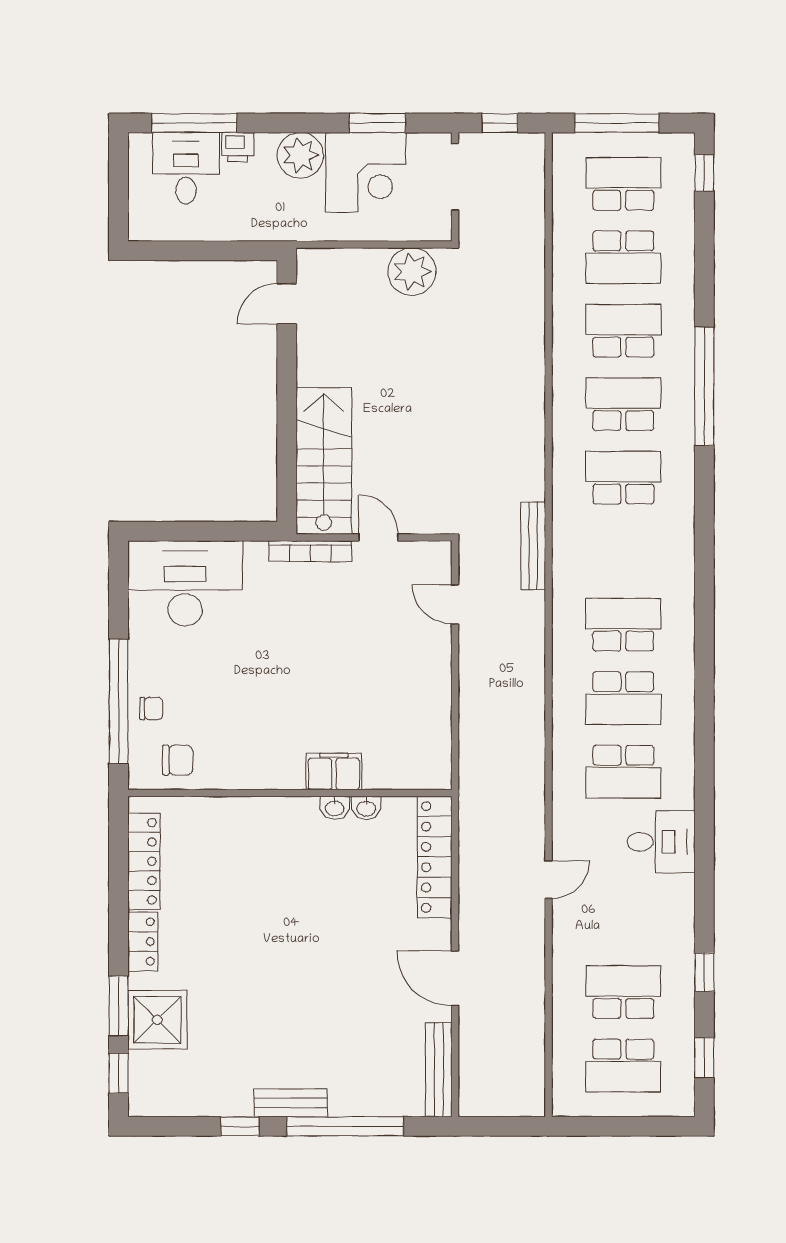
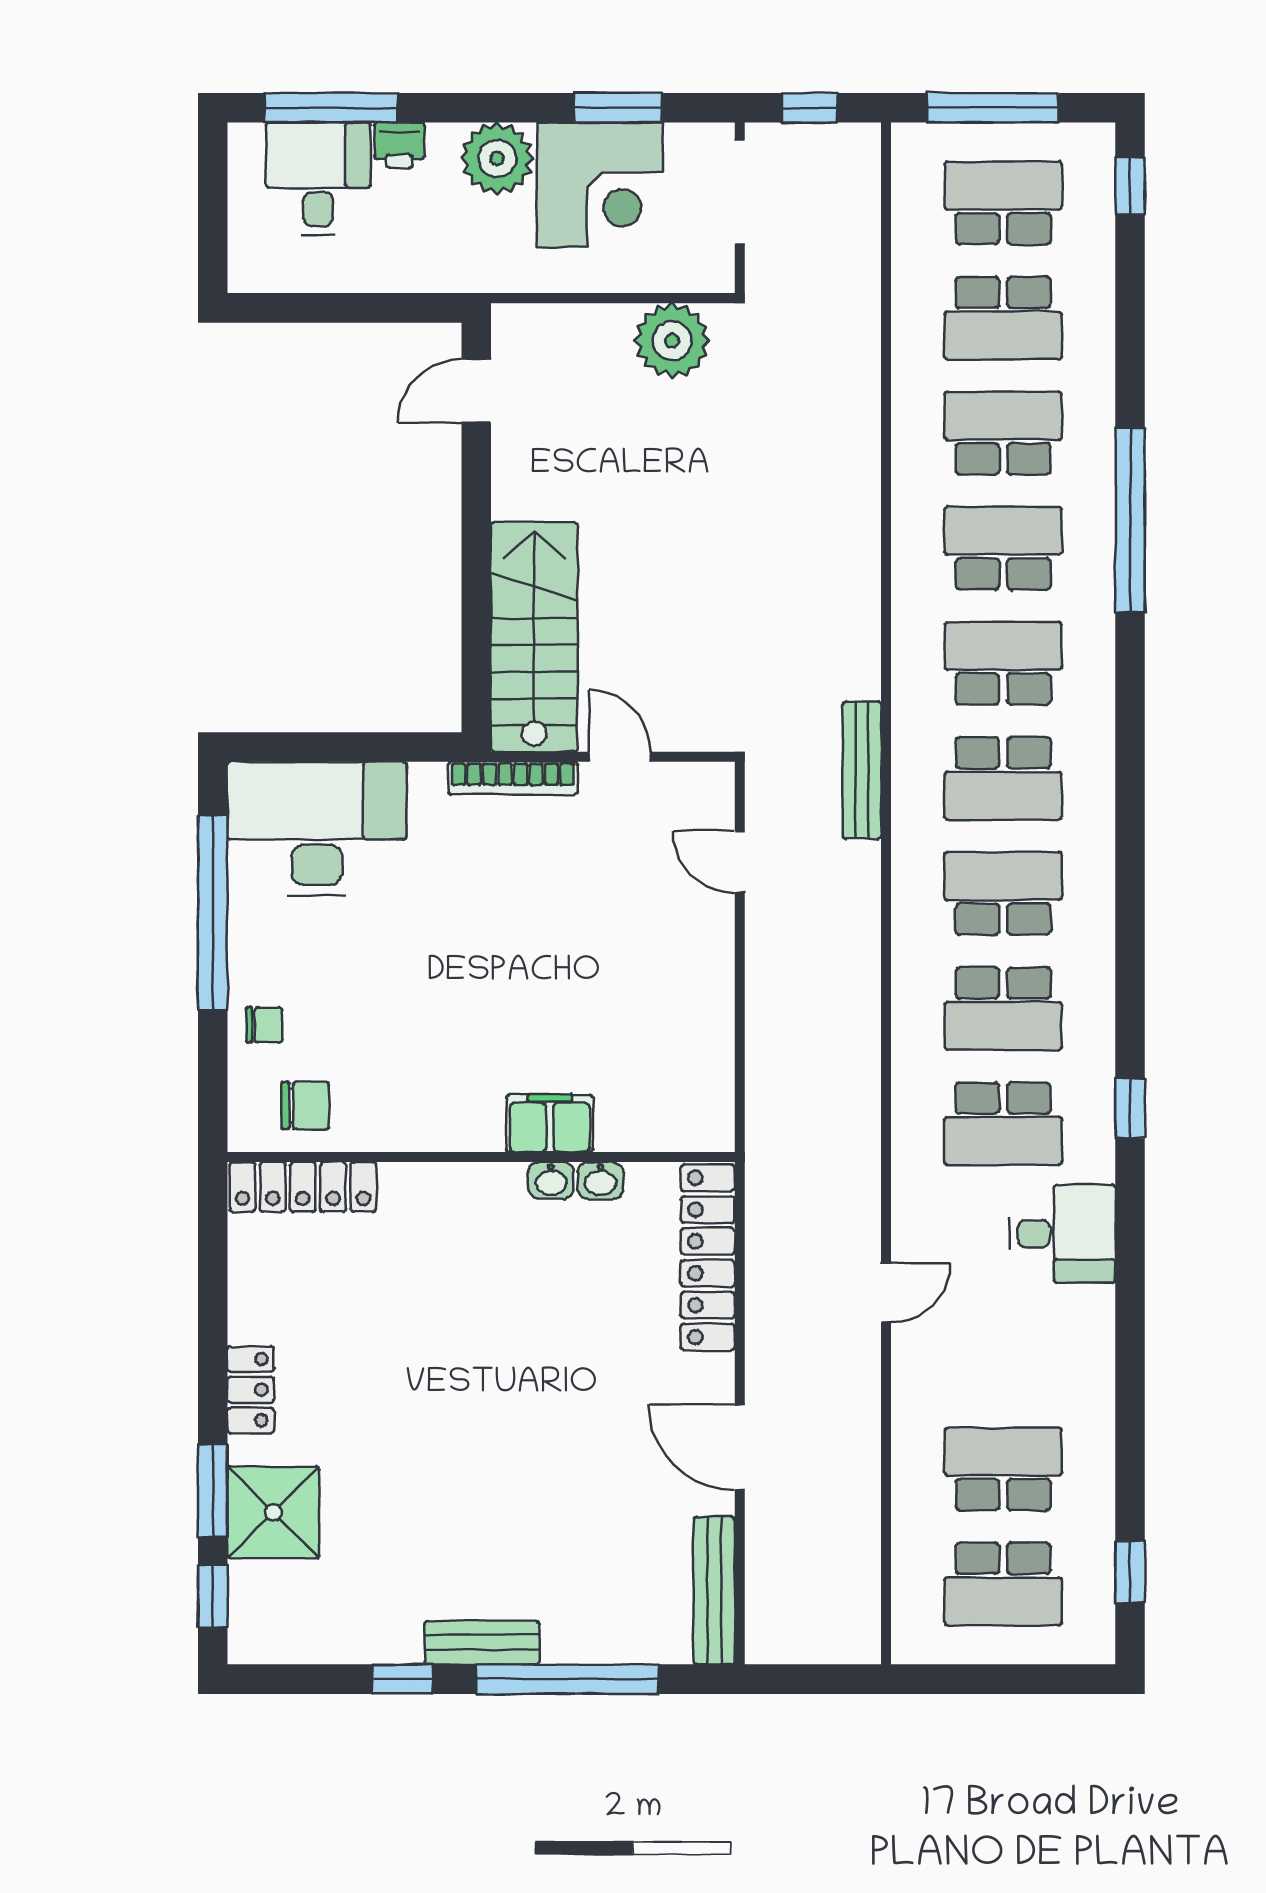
school desk: (623, 551) -> (1003, 778), added
window: (119, 701) -> (213, 913), moved
locker: (144, 861) -> (303, 1187), moved, turned 90
window: (704, 972) -> (1130, 1108), moved

